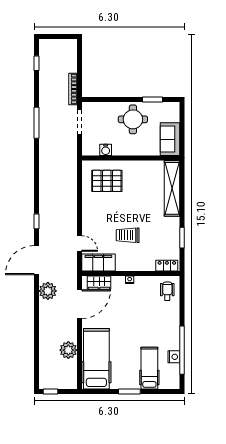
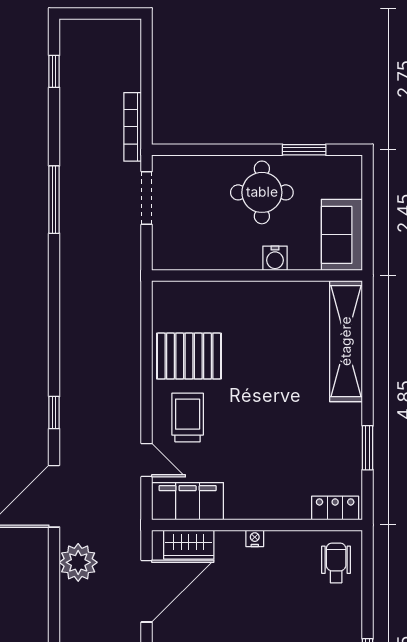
water cooler: (106, 150) -> (275, 258), moved
pallet: (107, 181) -> (189, 356), moved
trolley: (128, 235) -> (188, 418), moved, turned 90

